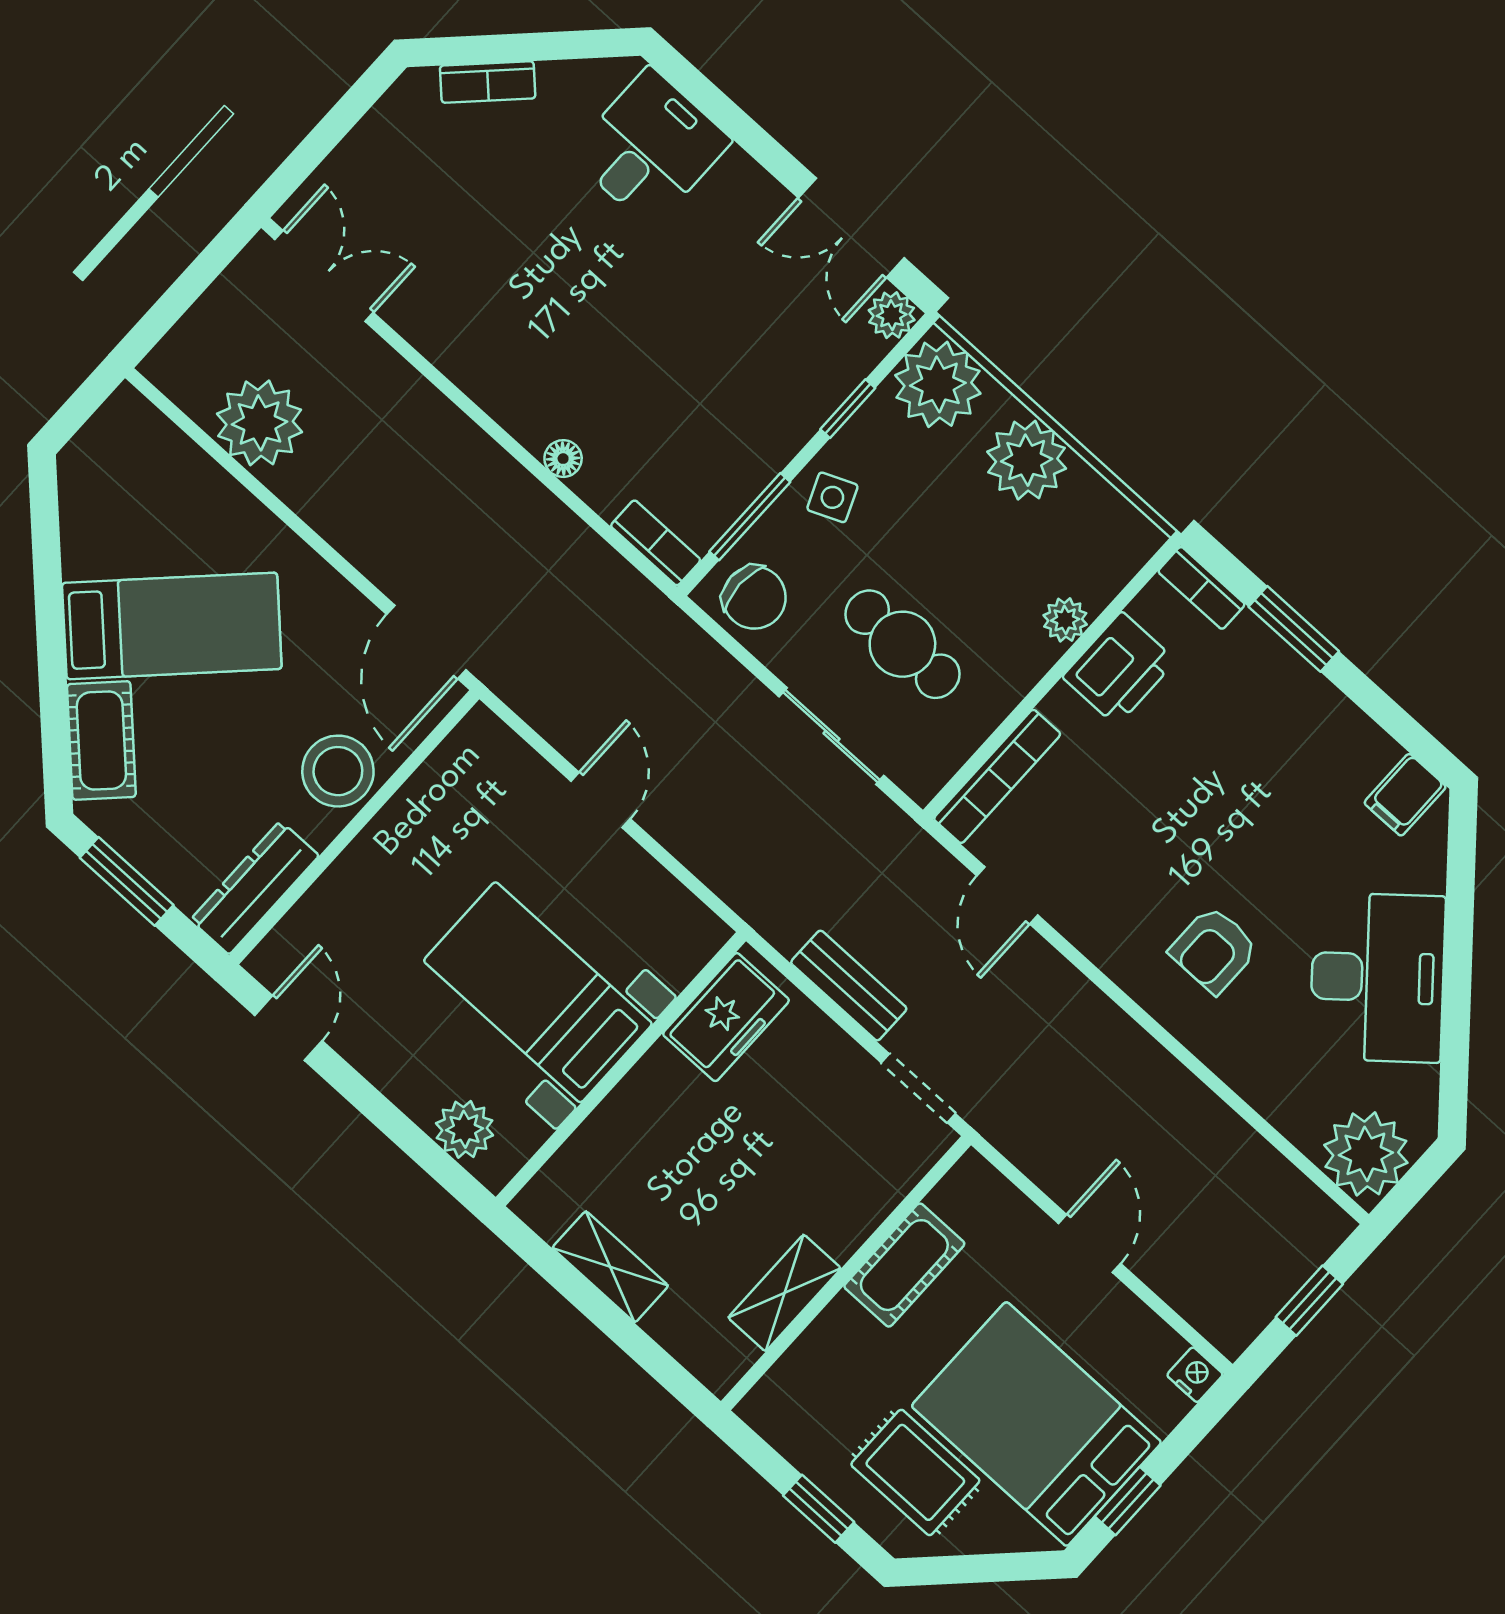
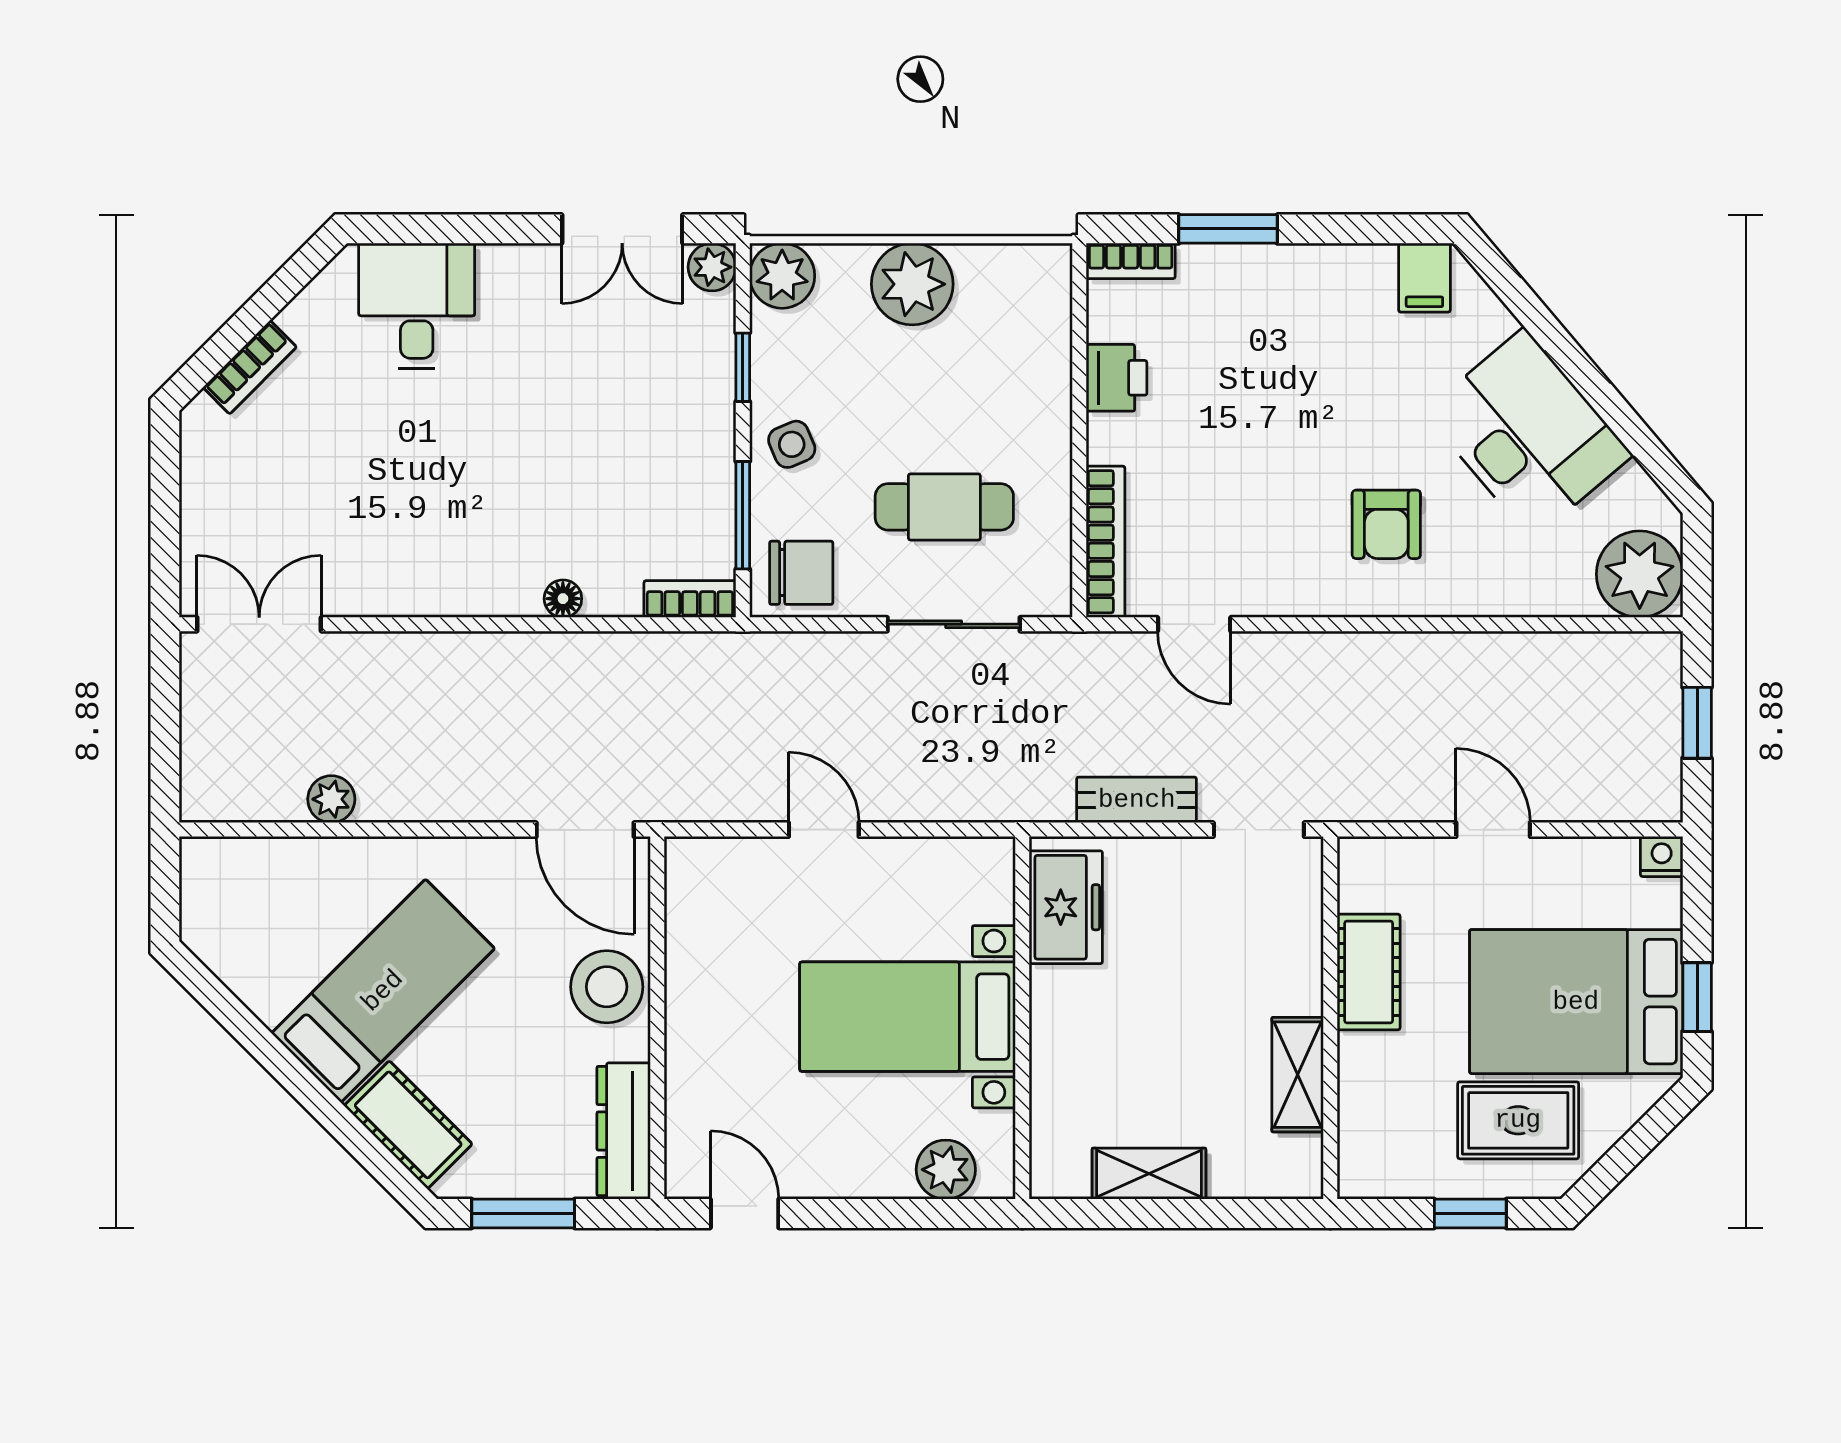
plant: (938, 384) -> (782, 276), width x0.73, depth x0.73
plant: (260, 423) -> (331, 799), width x0.53, depth x0.53
plant: (1065, 620) -> (1050, 378), removed
printer: (1119, 669) -> (1117, 378), width x0.73, depth x0.81

